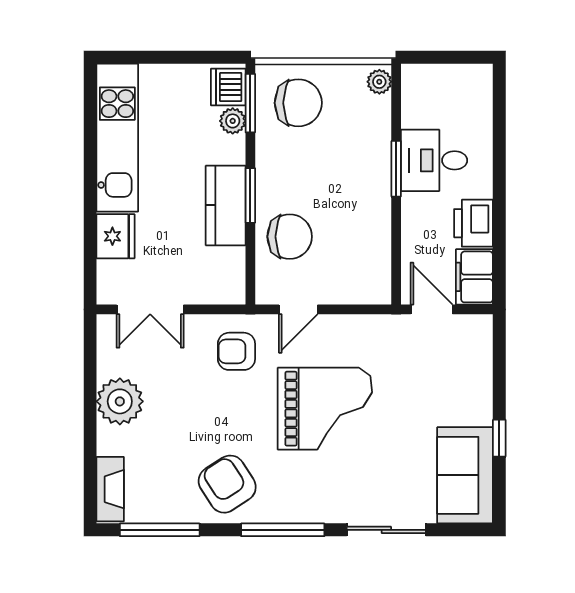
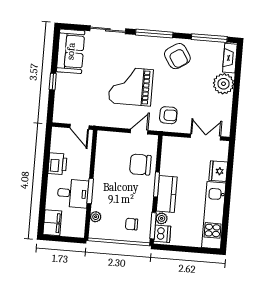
plant: (379, 82) -> (96, 217), moved
chair: (298, 103) -> (132, 224), width x0.54, depth x0.54
kitchen counter: (226, 205) -> (167, 194), moved
filing cabinet: (474, 277) -> (52, 223), moved
plant: (120, 401) -> (224, 84), moved
window: (499, 438) -> (53, 82), moved

